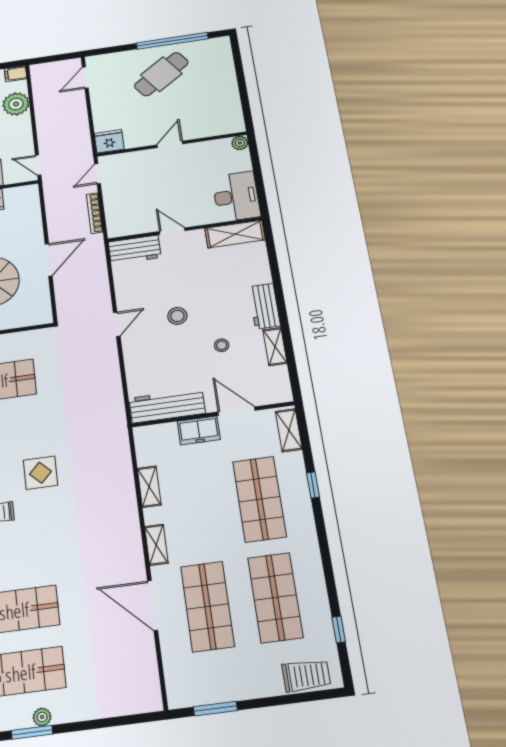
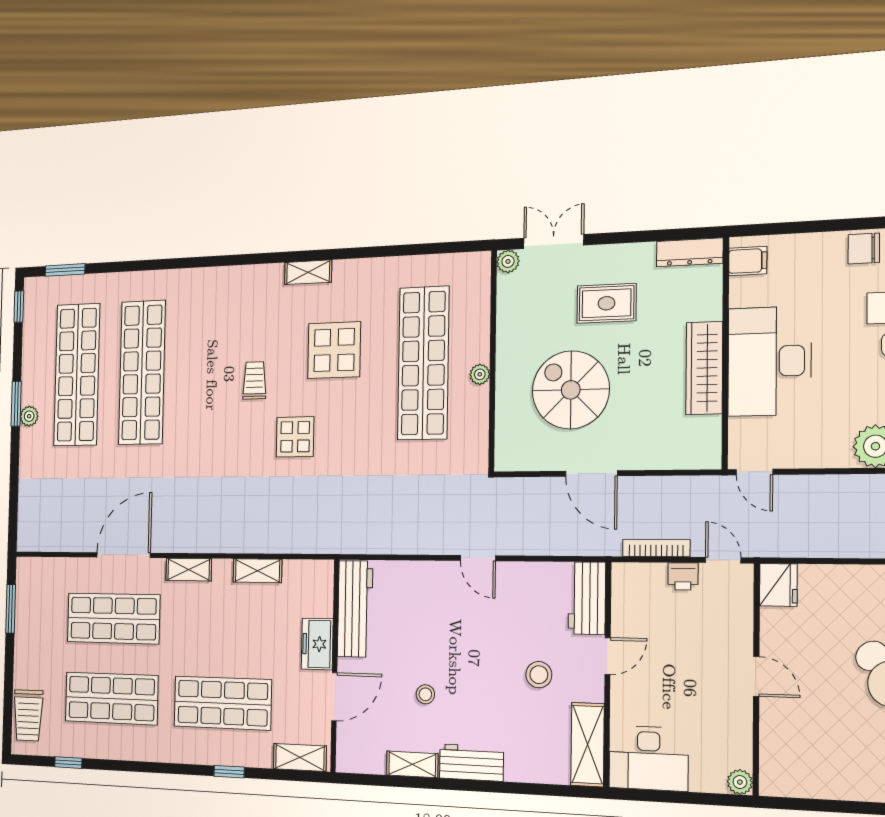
door: (38, 165) -> (754, 472), swing flipped
printer: (111, 195) -> (683, 576), added
stool: (177, 316) -> (539, 675), moved

